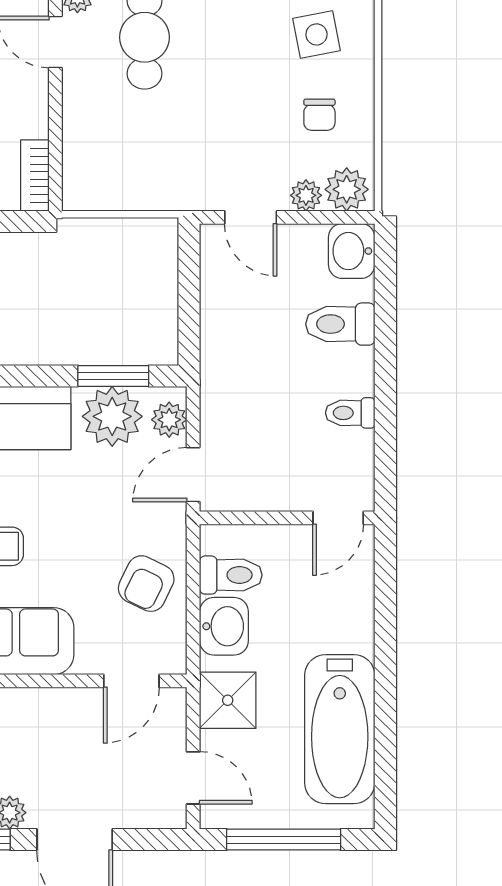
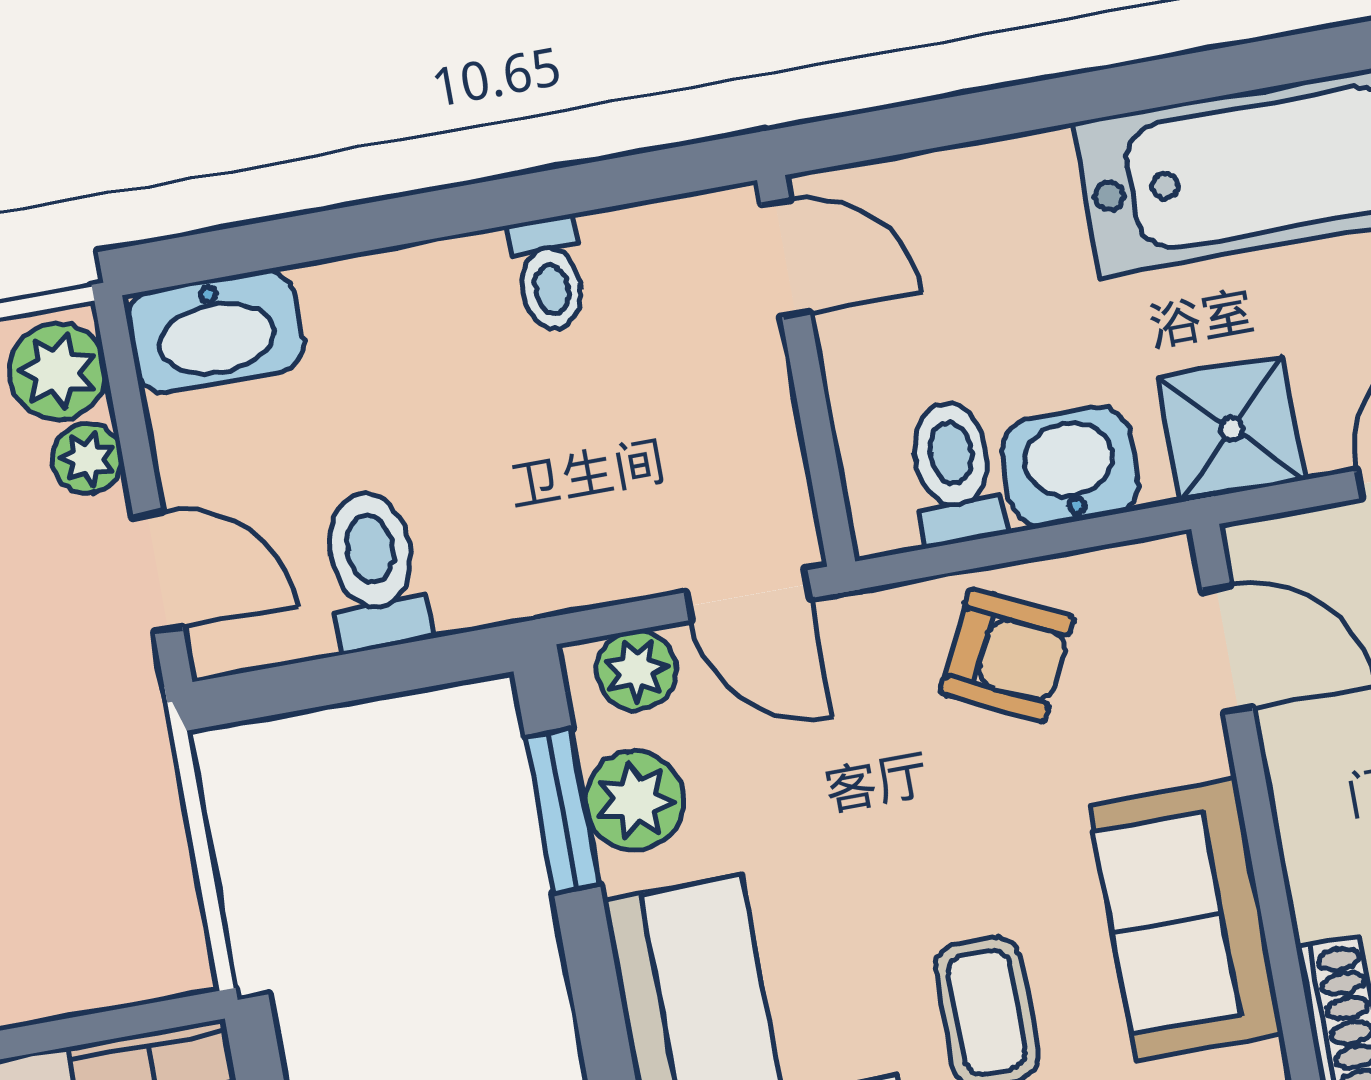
door: (251, 217) -> (158, 572), hinge flipped
washbasin: (352, 251) -> (215, 331), width x1.38
toilet: (340, 324) -> (374, 570), moved, turned 180
plant: (112, 416) -> (635, 800), width x0.73, depth x0.73

